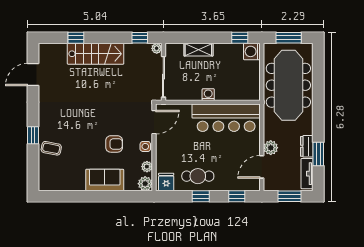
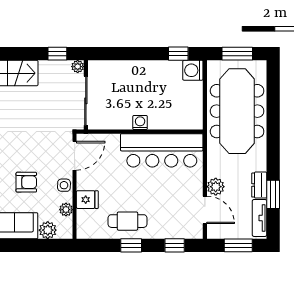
shelving: (198, 50) -> (128, 68), removed
door: (262, 167) -> (205, 210), swing flipped
fridge: (166, 182) -> (87, 200), moved, turned 90
plant: (145, 184) -> (48, 230), moved

